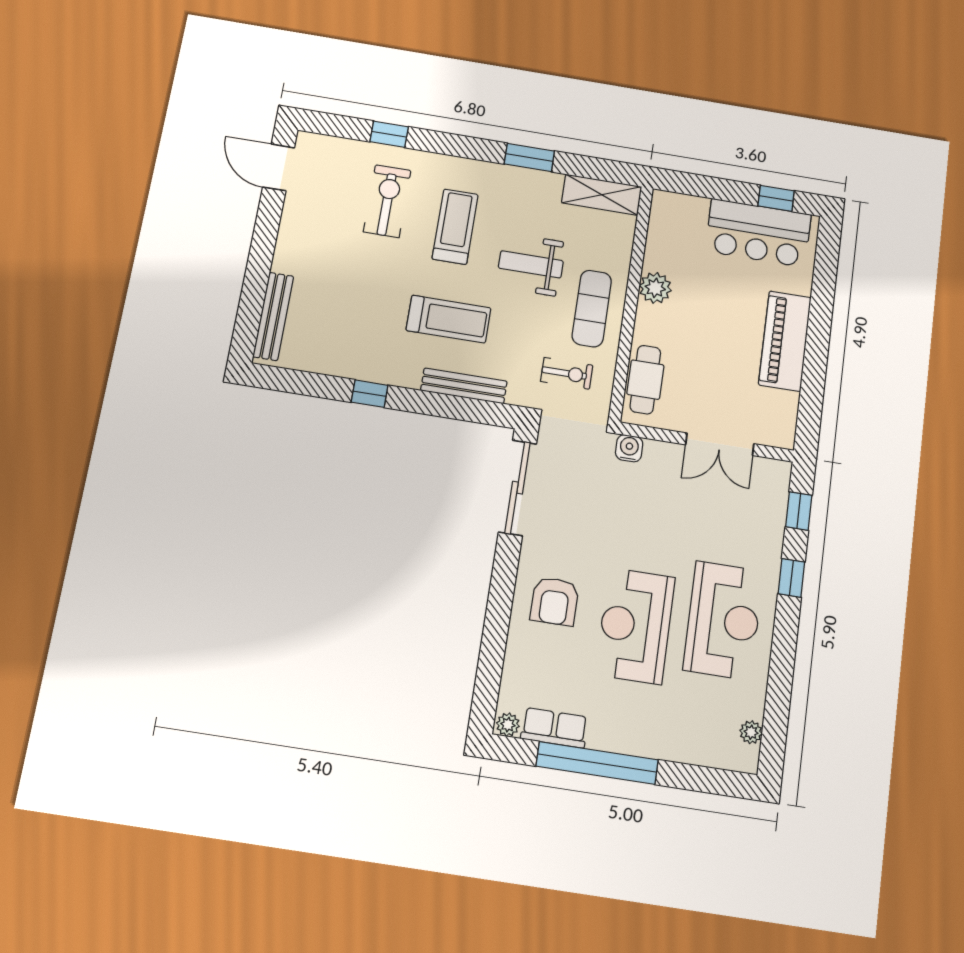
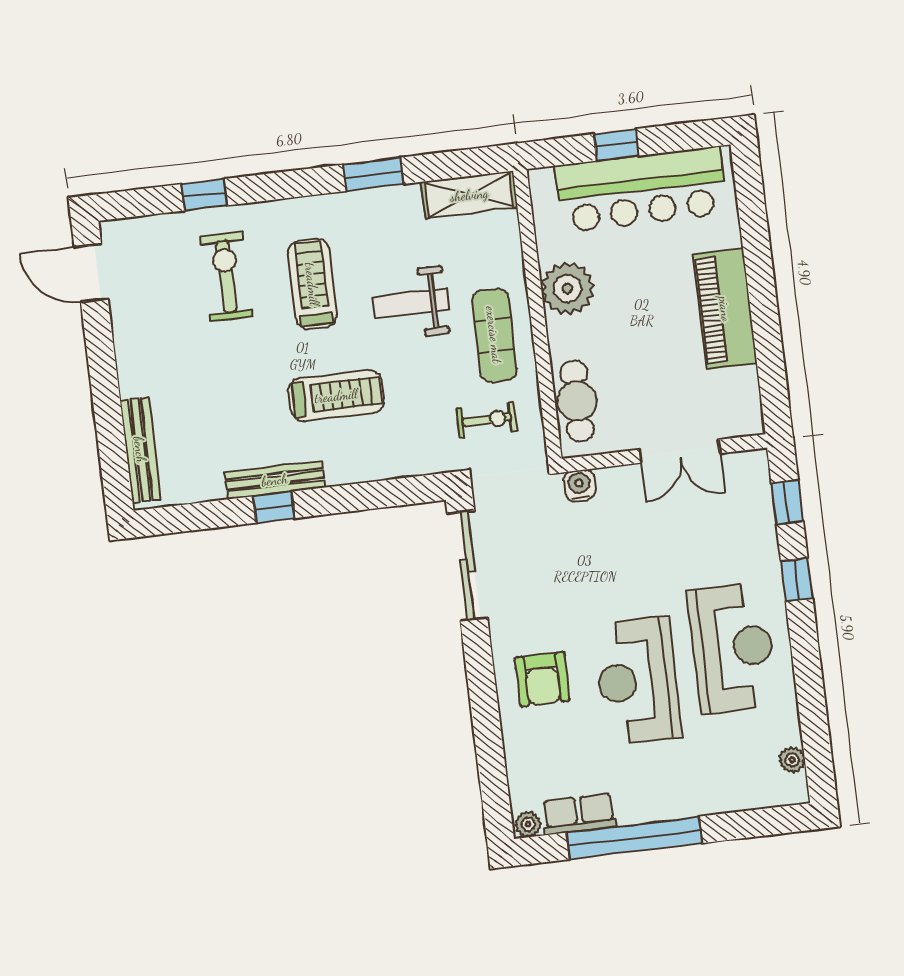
window: (776, 198) -> (616, 145), moved
bar counter: (758, 233) -> (641, 190), width x1.36
plant: (655, 288) -> (567, 288), width x1.36, depth x1.36
bench: (464, 386) -> (275, 480), moved

